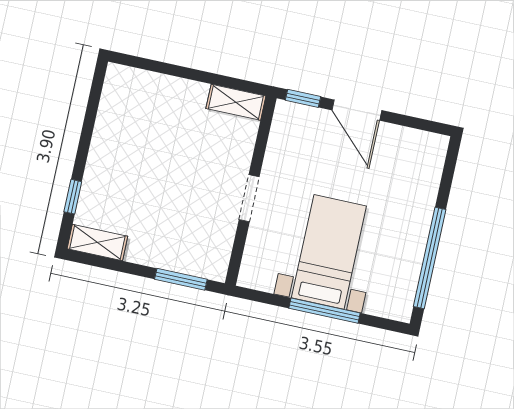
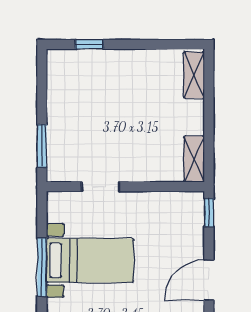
door: (357, 110) -> (209, 280), moved
doorway: (249, 198) -> (101, 187), moved
shelving: (97, 242) -> (194, 75), moved

